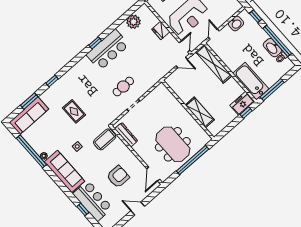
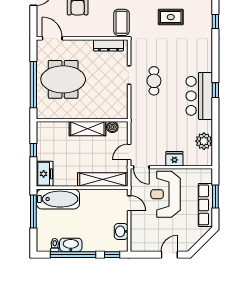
boiler: (175, 87) -> (112, 127), added
shelving: (200, 112) -> (87, 129), moved
window: (246, 113) -> (33, 150), moved

